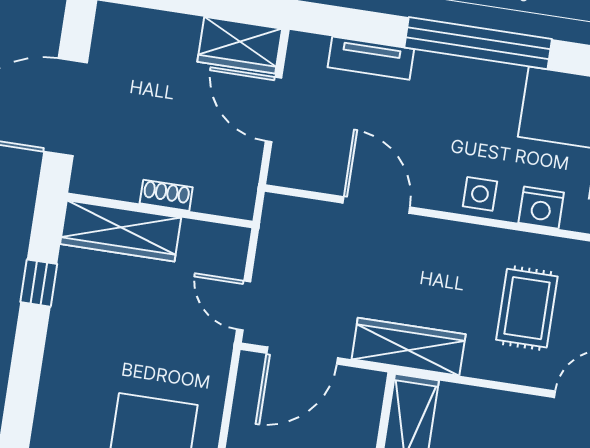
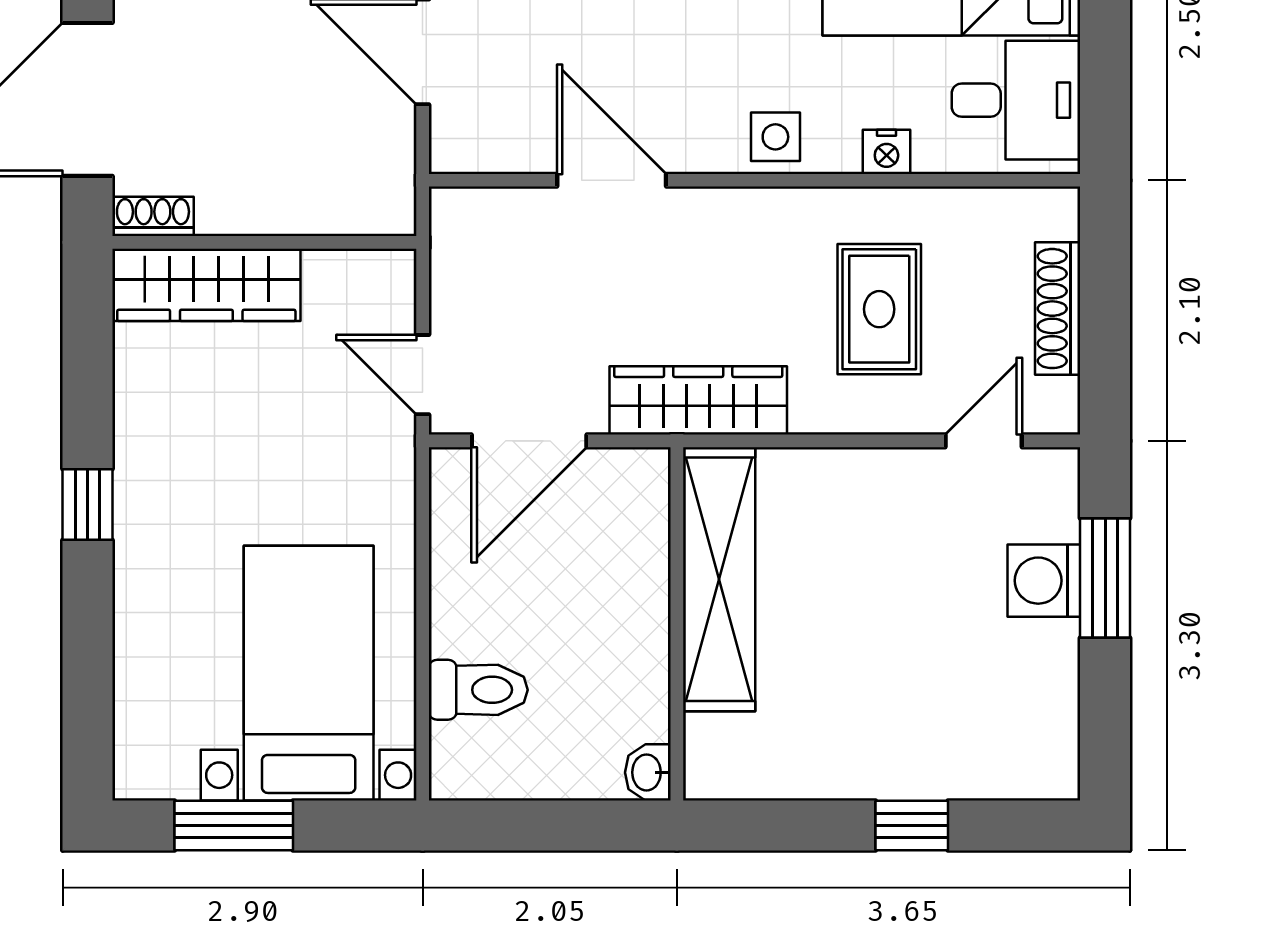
shoe rack: (166, 195) -> (153, 216), moved
nightstand: (541, 208) -> (886, 152), width x0.72, depth x0.74
window: (39, 283) -> (88, 505), moved

